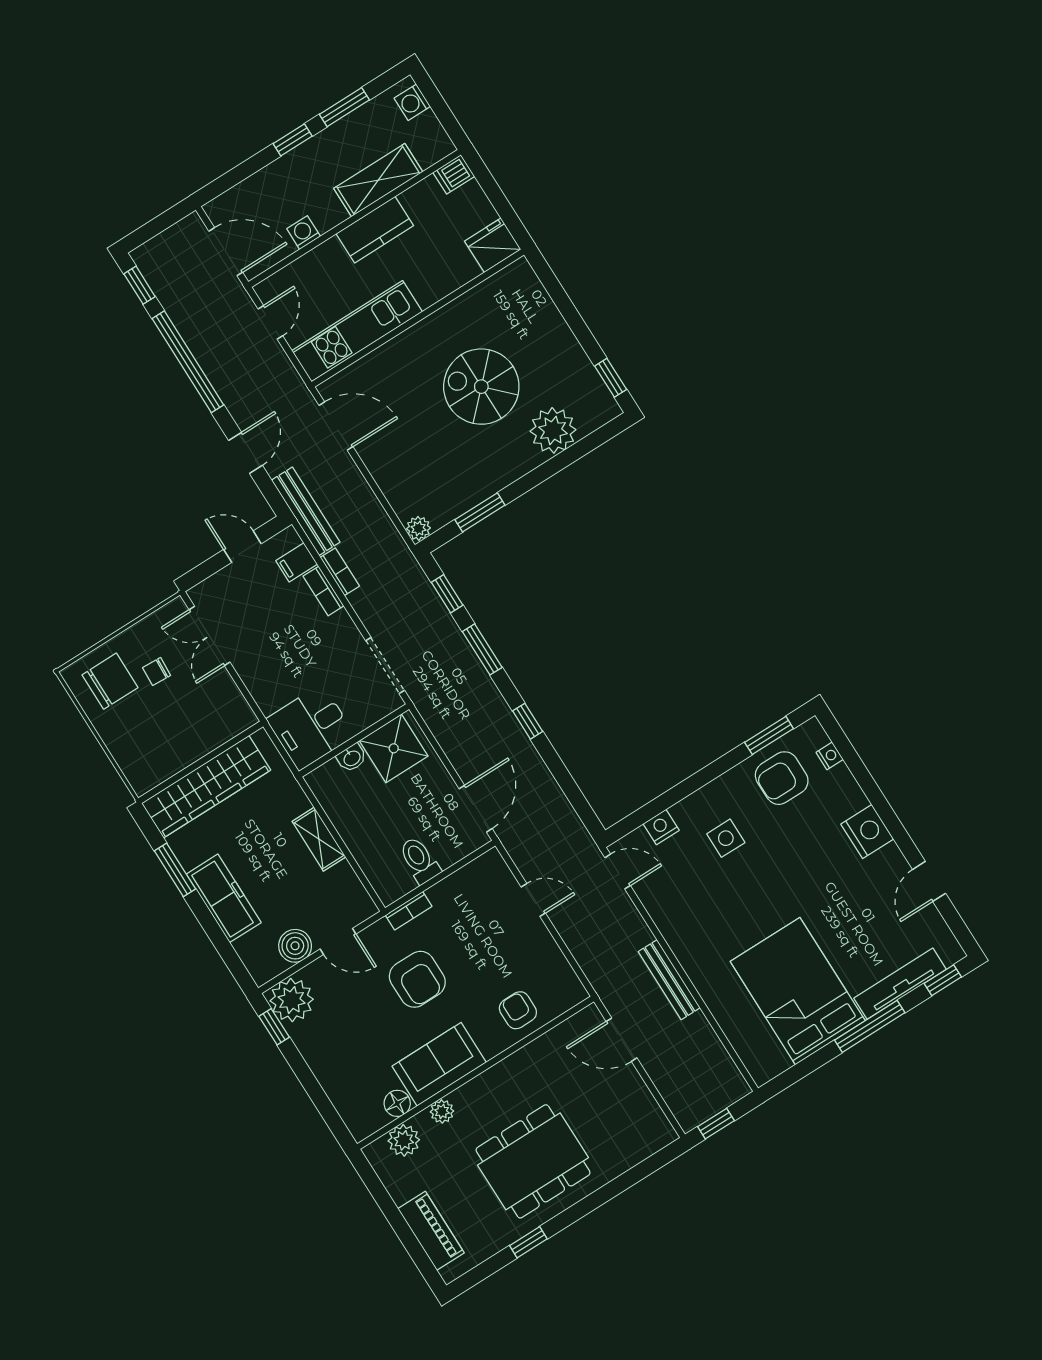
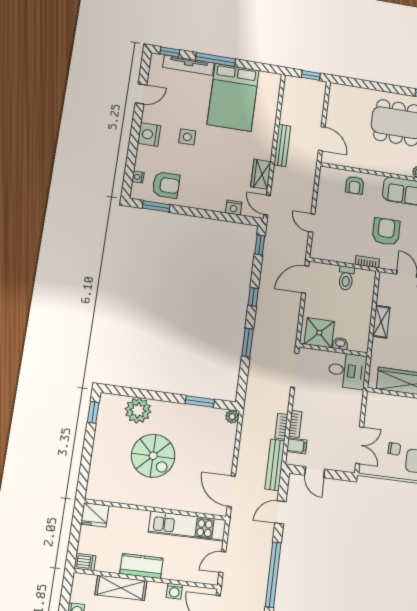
window: (447, 594) -> (260, 245), moved
side table: (726, 838) -> (187, 137), moved
wardrobe: (664, 910) -> (261, 174), added

